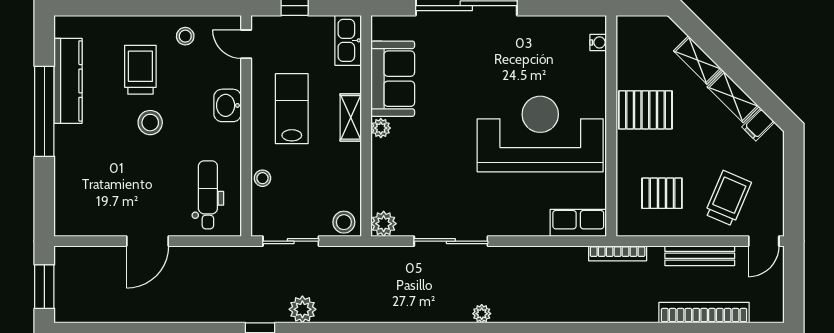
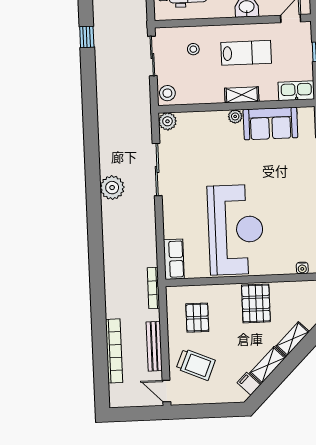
stool: (262, 178) -> (193, 49), moved
plant: (302, 309) -> (104, 66), removed
plant: (482, 314) -> (112, 188), width x1.88, depth x1.88

